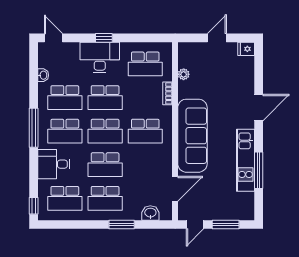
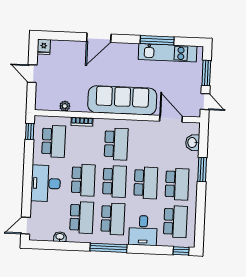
window: (104, 38) -> (30, 131), moved
door: (259, 108) -> (99, 38), swing flipped
kitchen unit: (245, 160) -> (168, 53), moved

